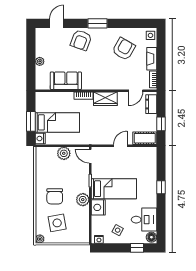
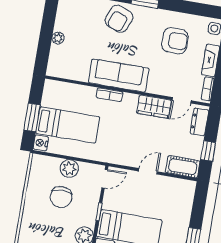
armchair: (124, 49) -> (175, 41), turned 60
sofa: (66, 81) -> (119, 75), moved, width x1.36
wardrobe: (105, 99) -> (154, 107), moved
door: (90, 156) -> (105, 179), swing flipped
chair: (55, 196) -> (61, 197), moved

